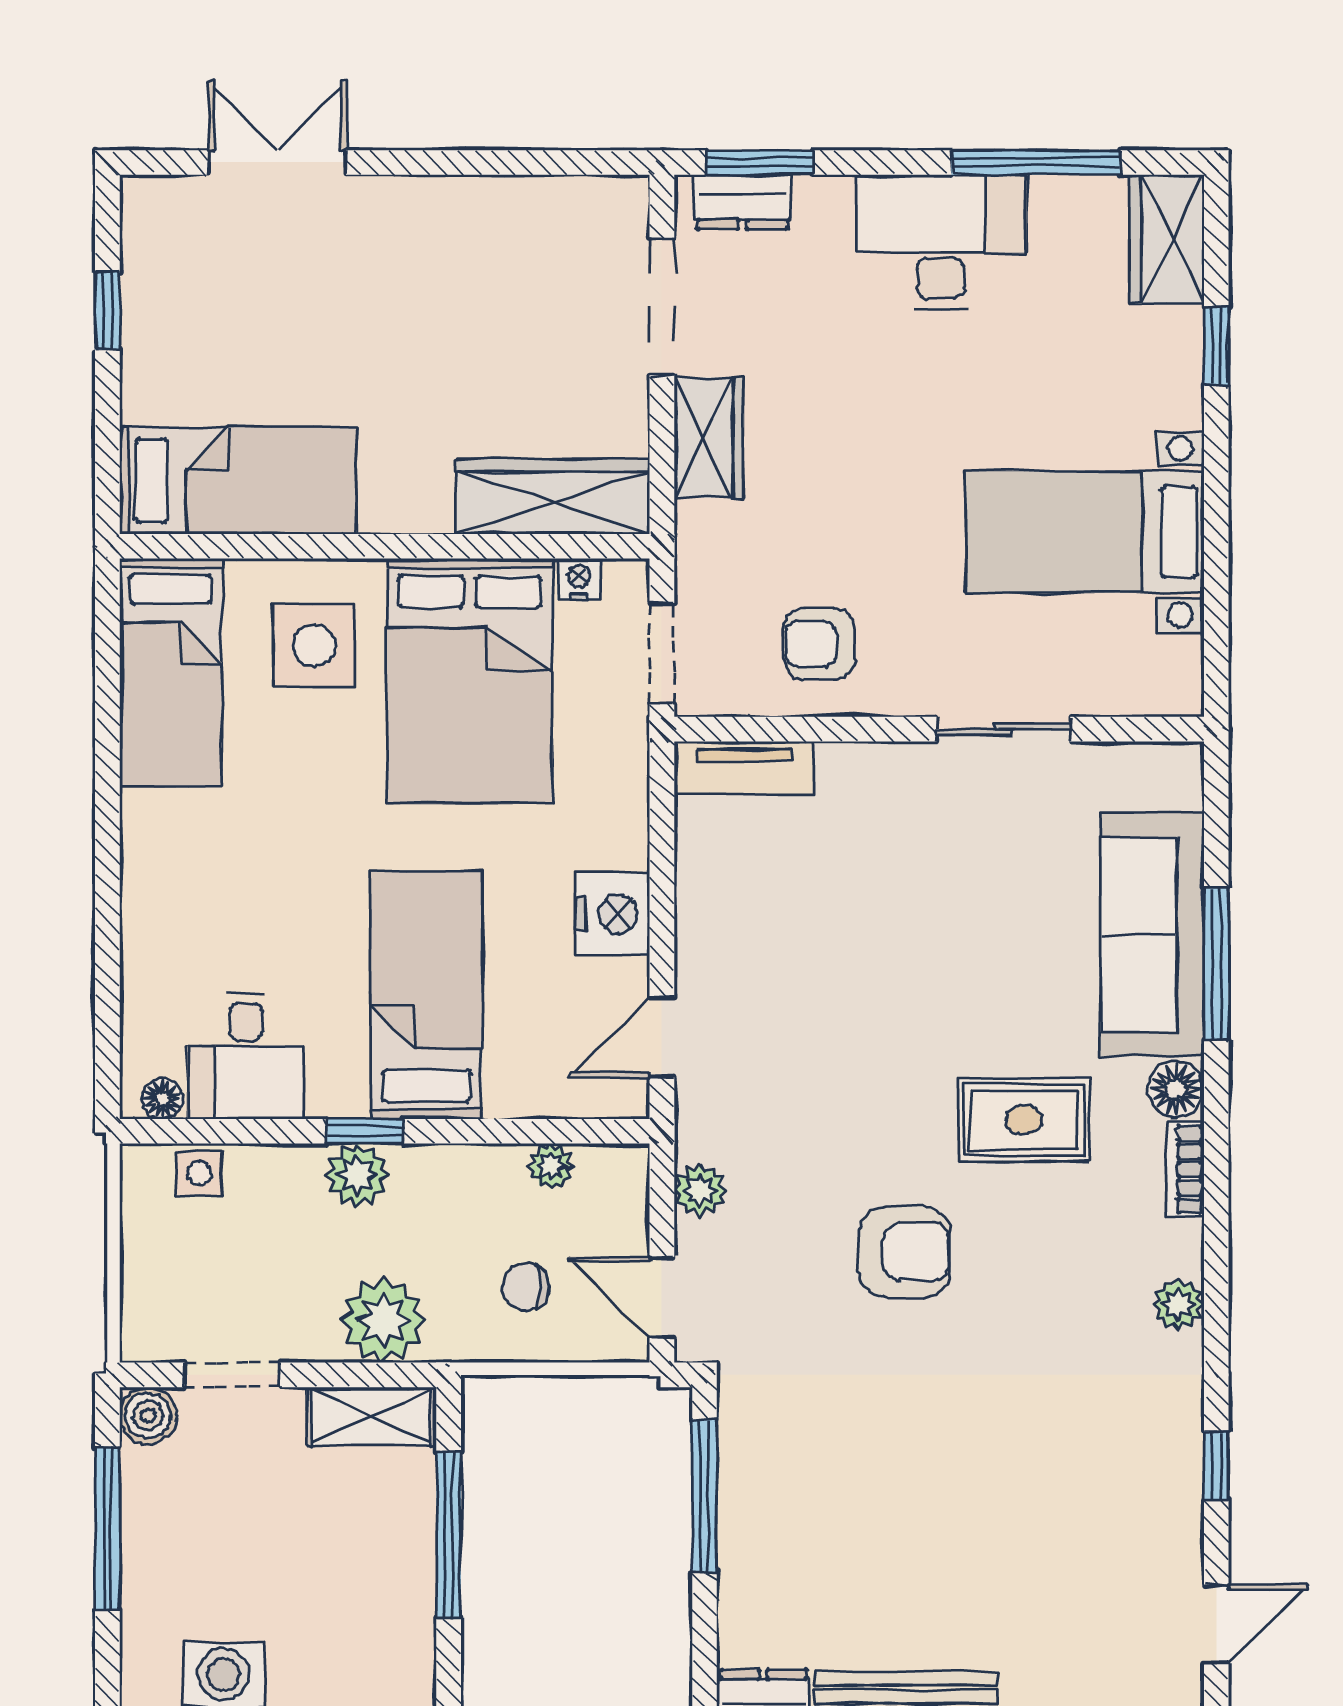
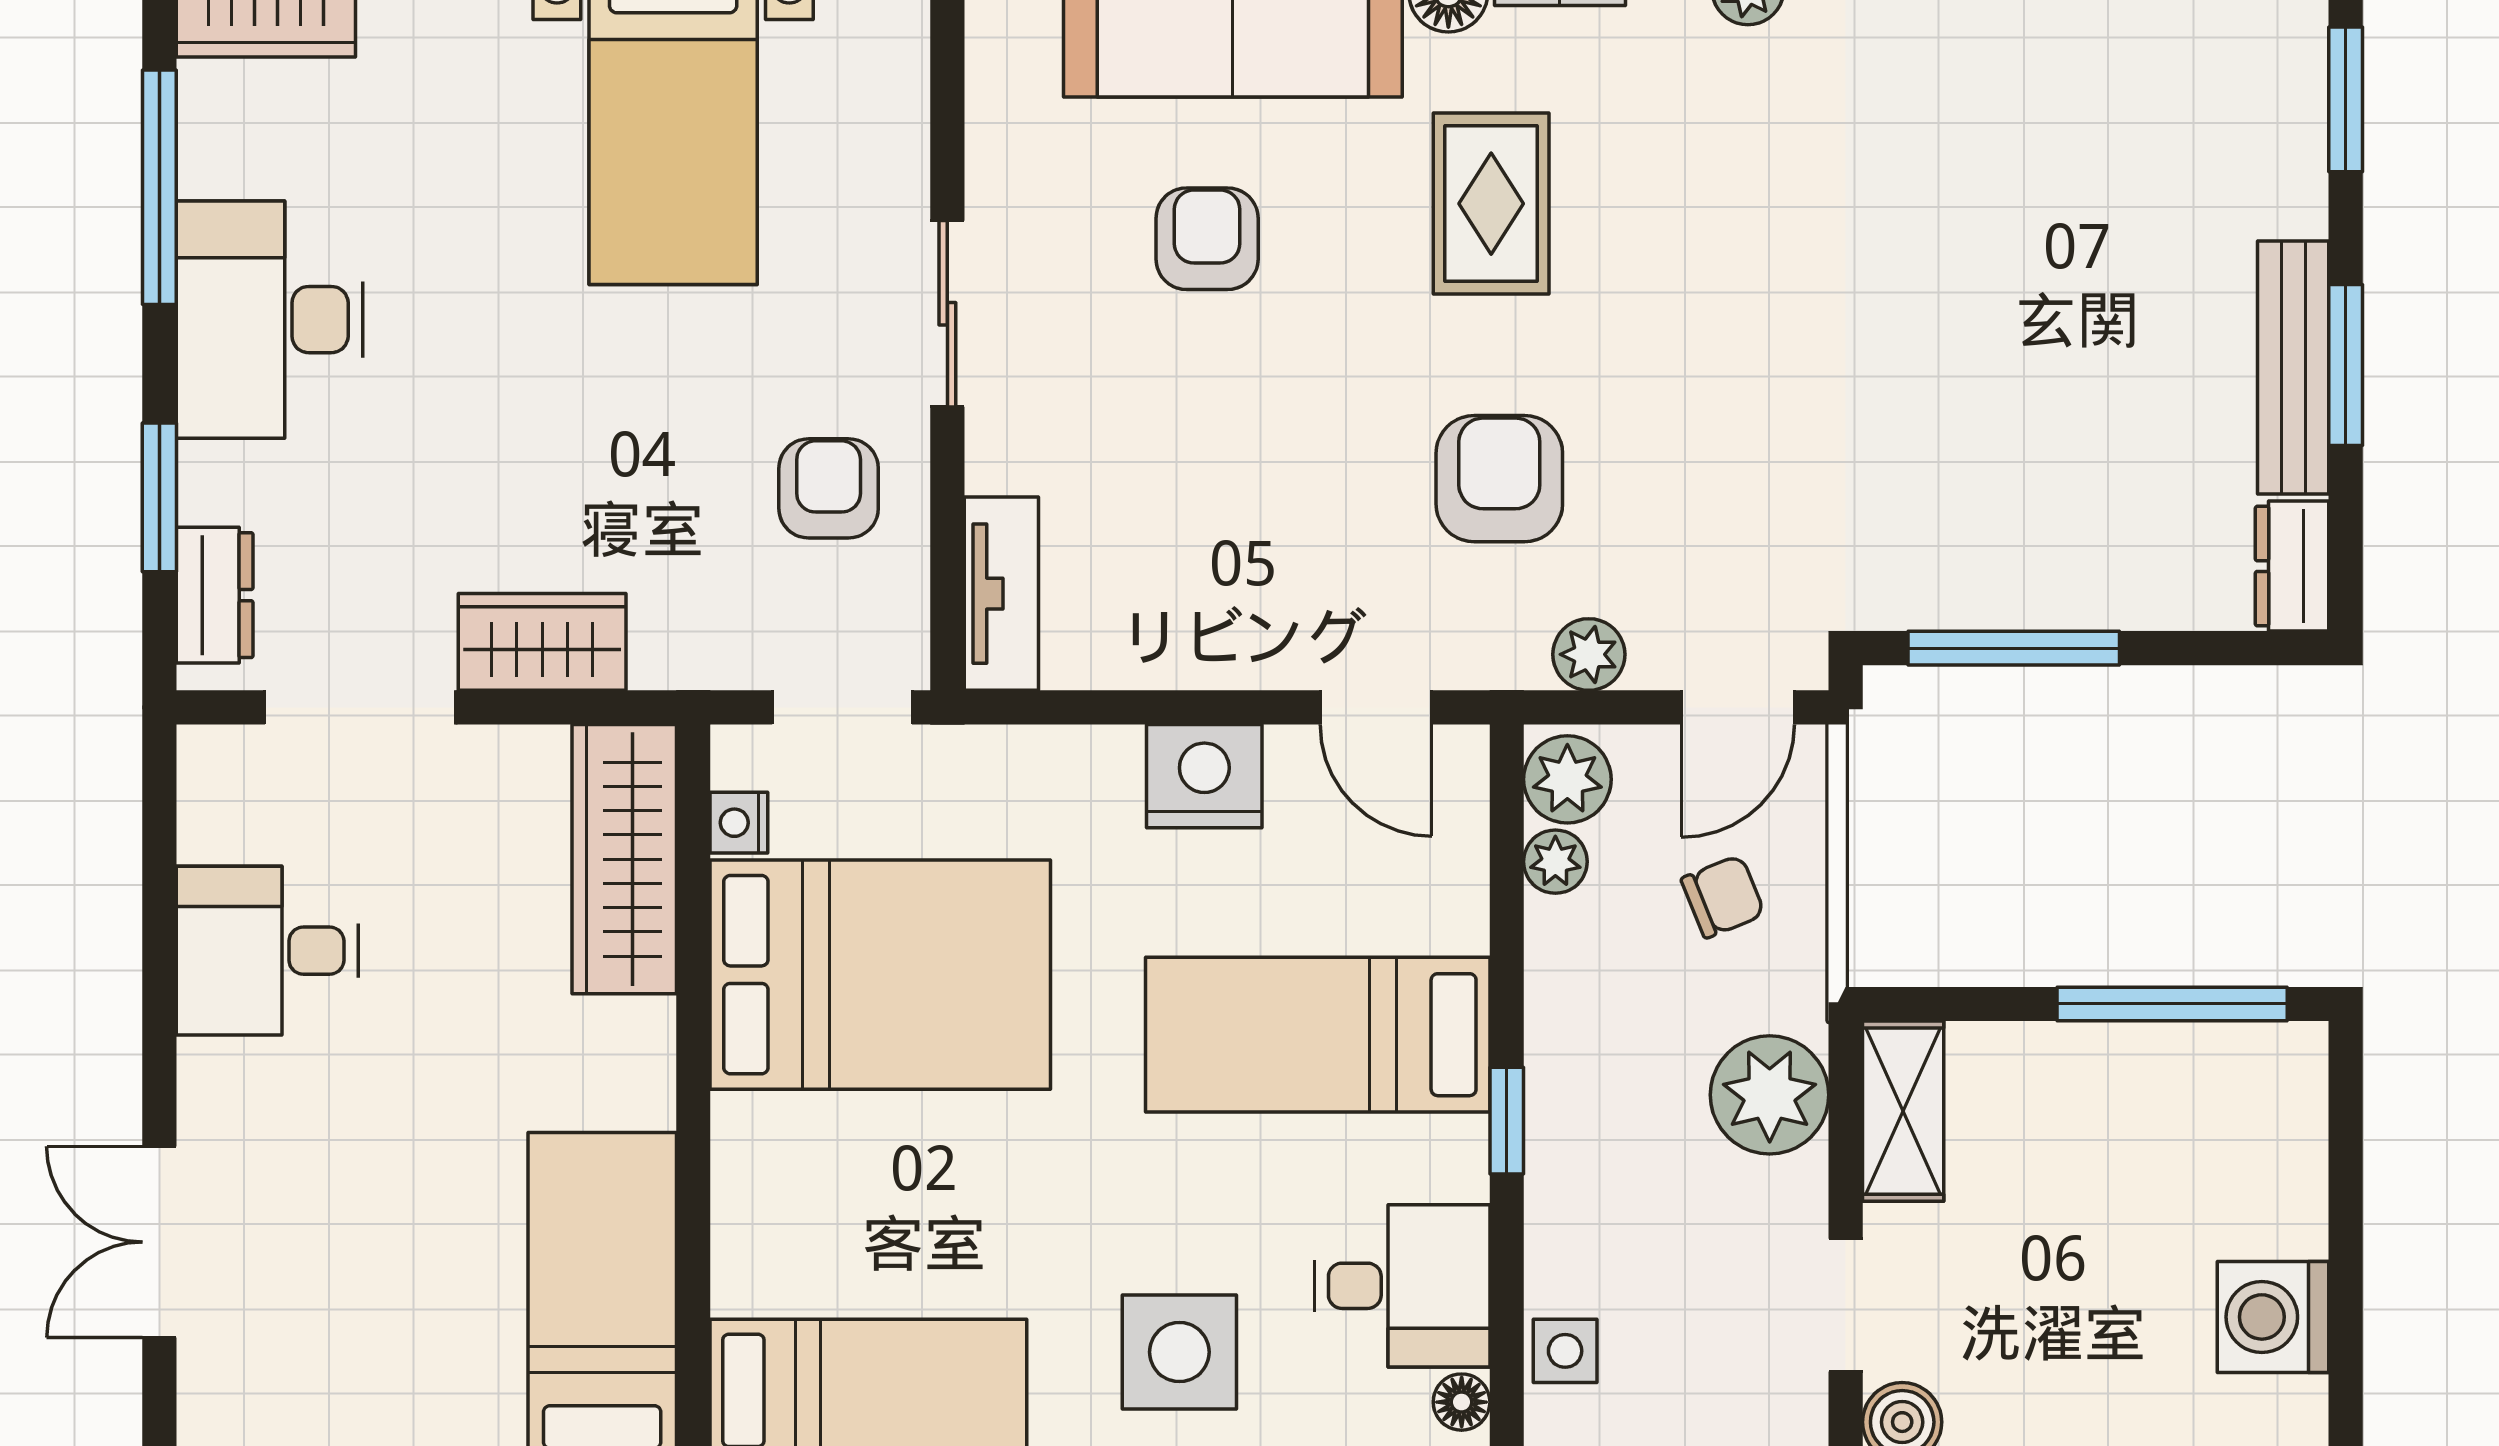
window: (760, 162) -> (159, 497), moved
desk: (487, 240) -> (267, 951), added
armchair: (819, 644) -> (829, 488), turned 180
side table: (314, 646) -> (1179, 1352), moved
sliding door: (1003, 729) -> (947, 314), moved
armchair: (999, 916) -> (1207, 239), added
plant: (357, 1175) -> (1567, 779), moved
armchair: (905, 1252) -> (1499, 479), moved
chair: (526, 1287) -> (1723, 897), turned -112
window: (449, 1535) -> (2172, 1004), moved

